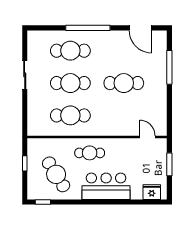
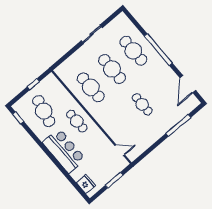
cafe table: (124, 83) -> (142, 104), width x0.73, depth x0.74
door: (147, 137) -> (120, 150), hinge flipped
cafe table: (56, 174) -> (44, 111), turned -45

